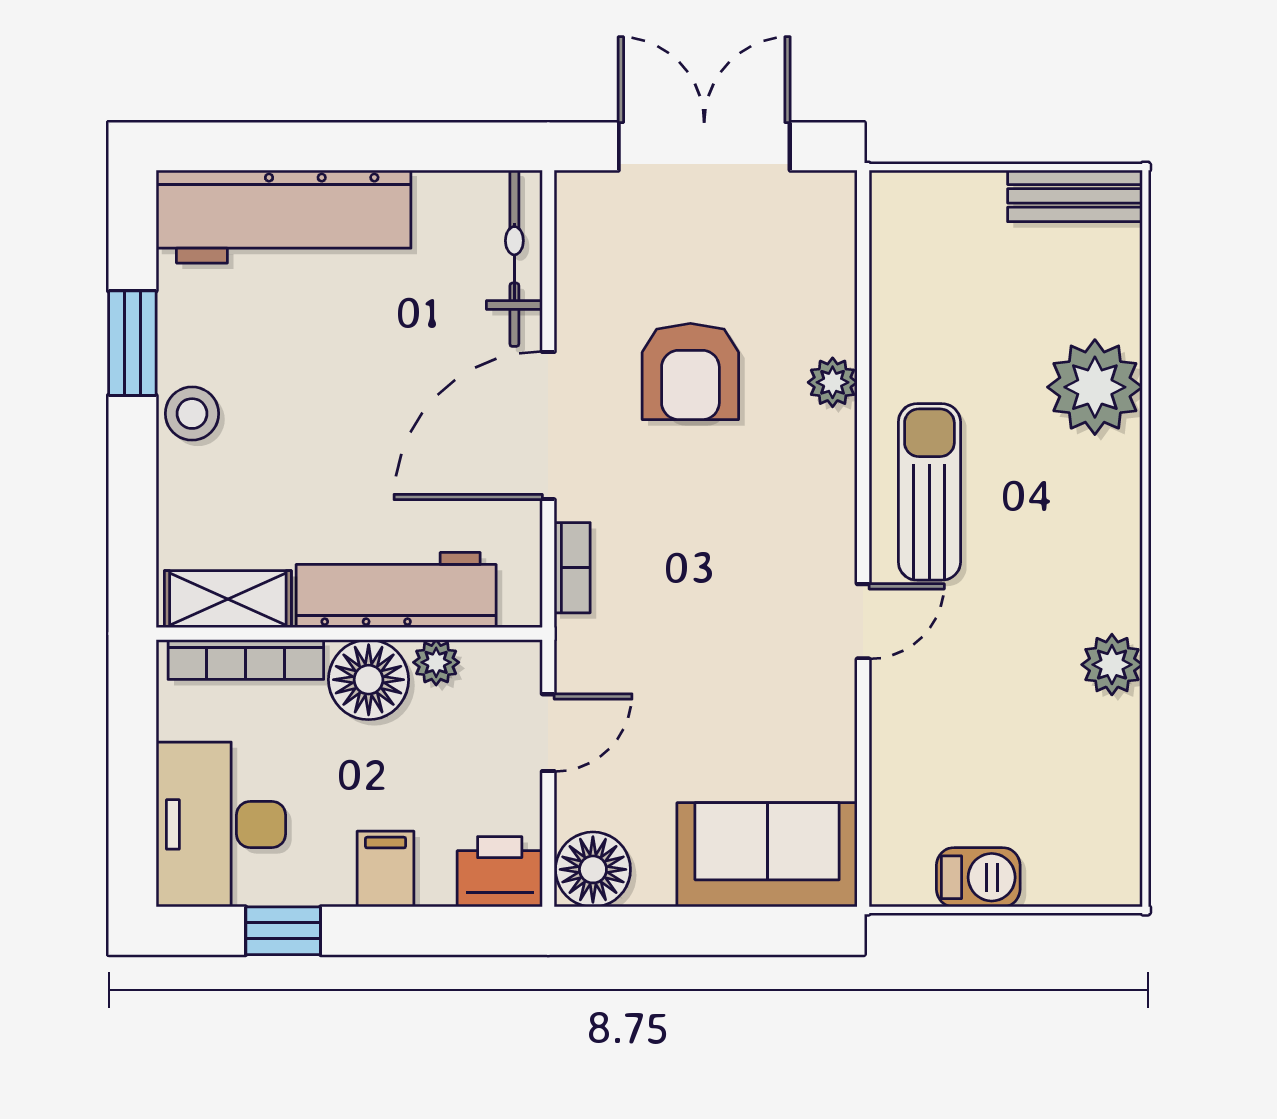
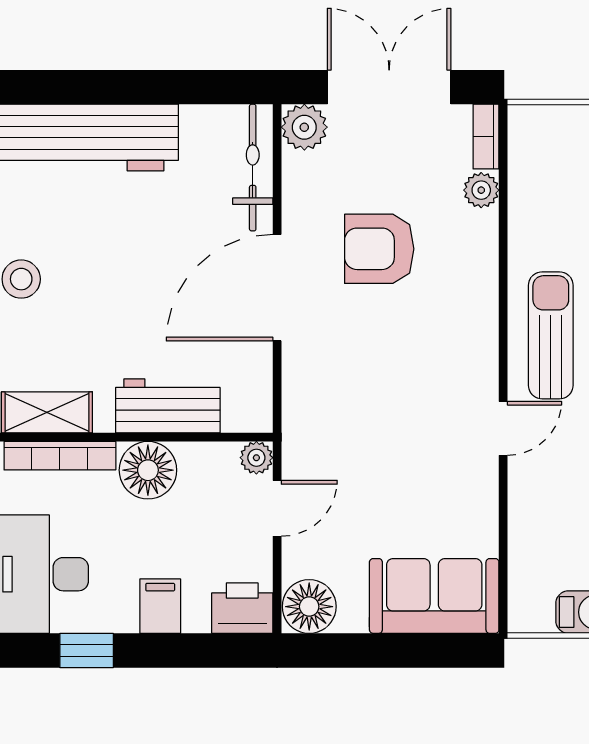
plant: (586, 202) -> (304, 127), added
armchair: (690, 371) -> (379, 249), turned 90
plant: (833, 382) -> (481, 190), moved
bookcase: (572, 568) -> (486, 137), moved, turned 180
workbench: (396, 590) -> (168, 406), width x0.73
plant: (436, 662) -> (256, 458), moved

